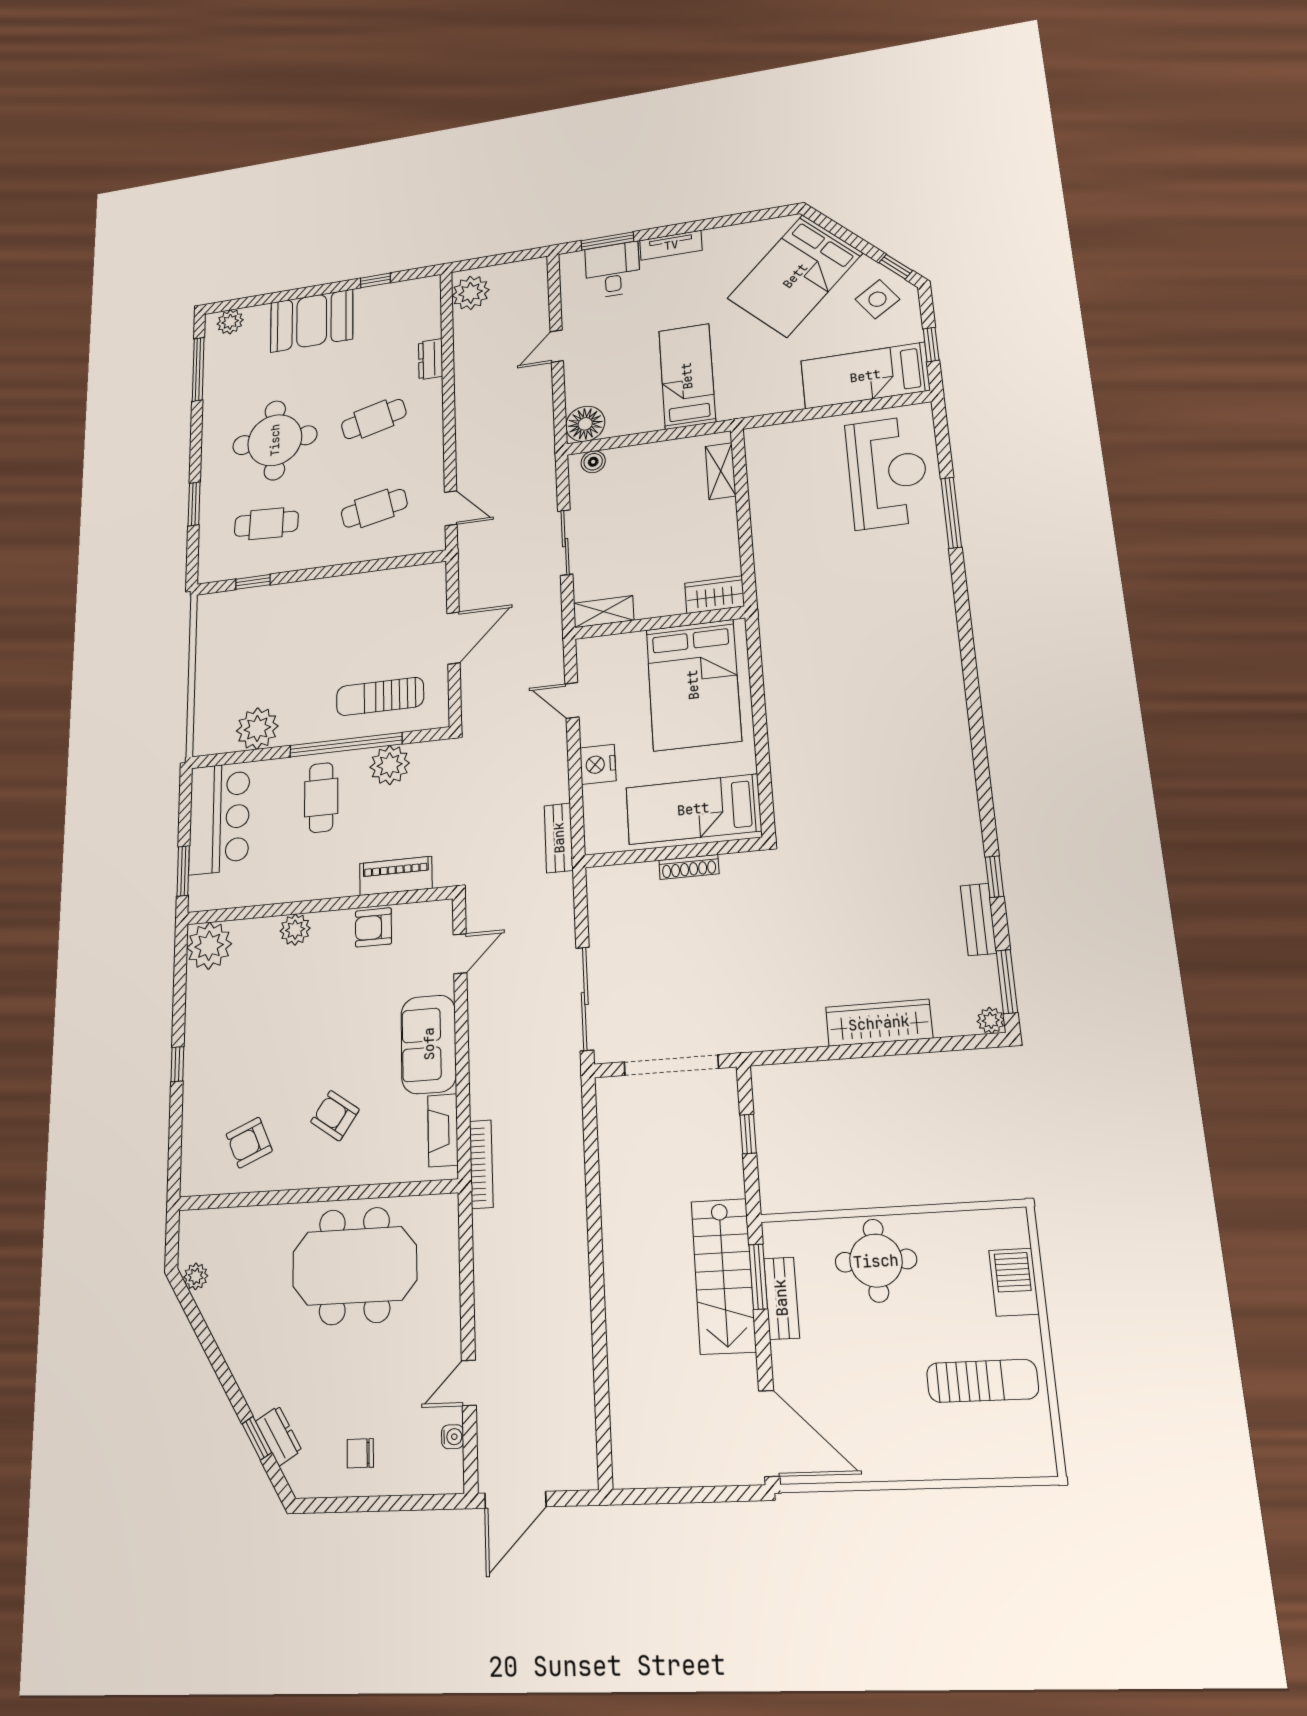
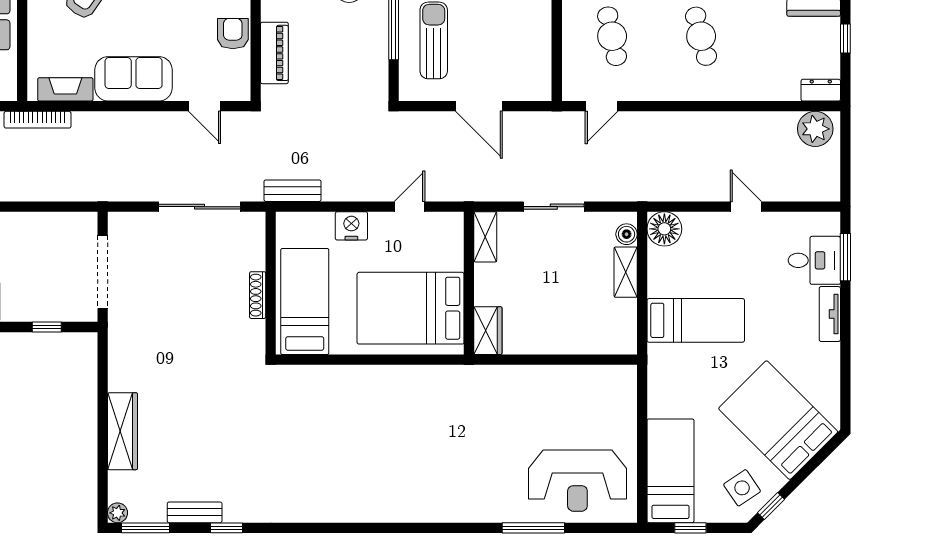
dresser: (431, 359) -> (821, 90), moved
shelving: (721, 471) -> (626, 272), moved, turned 90
plant: (390, 765) -> (371, 48), removed
sliding door: (585, 999) -> (199, 207), moved

